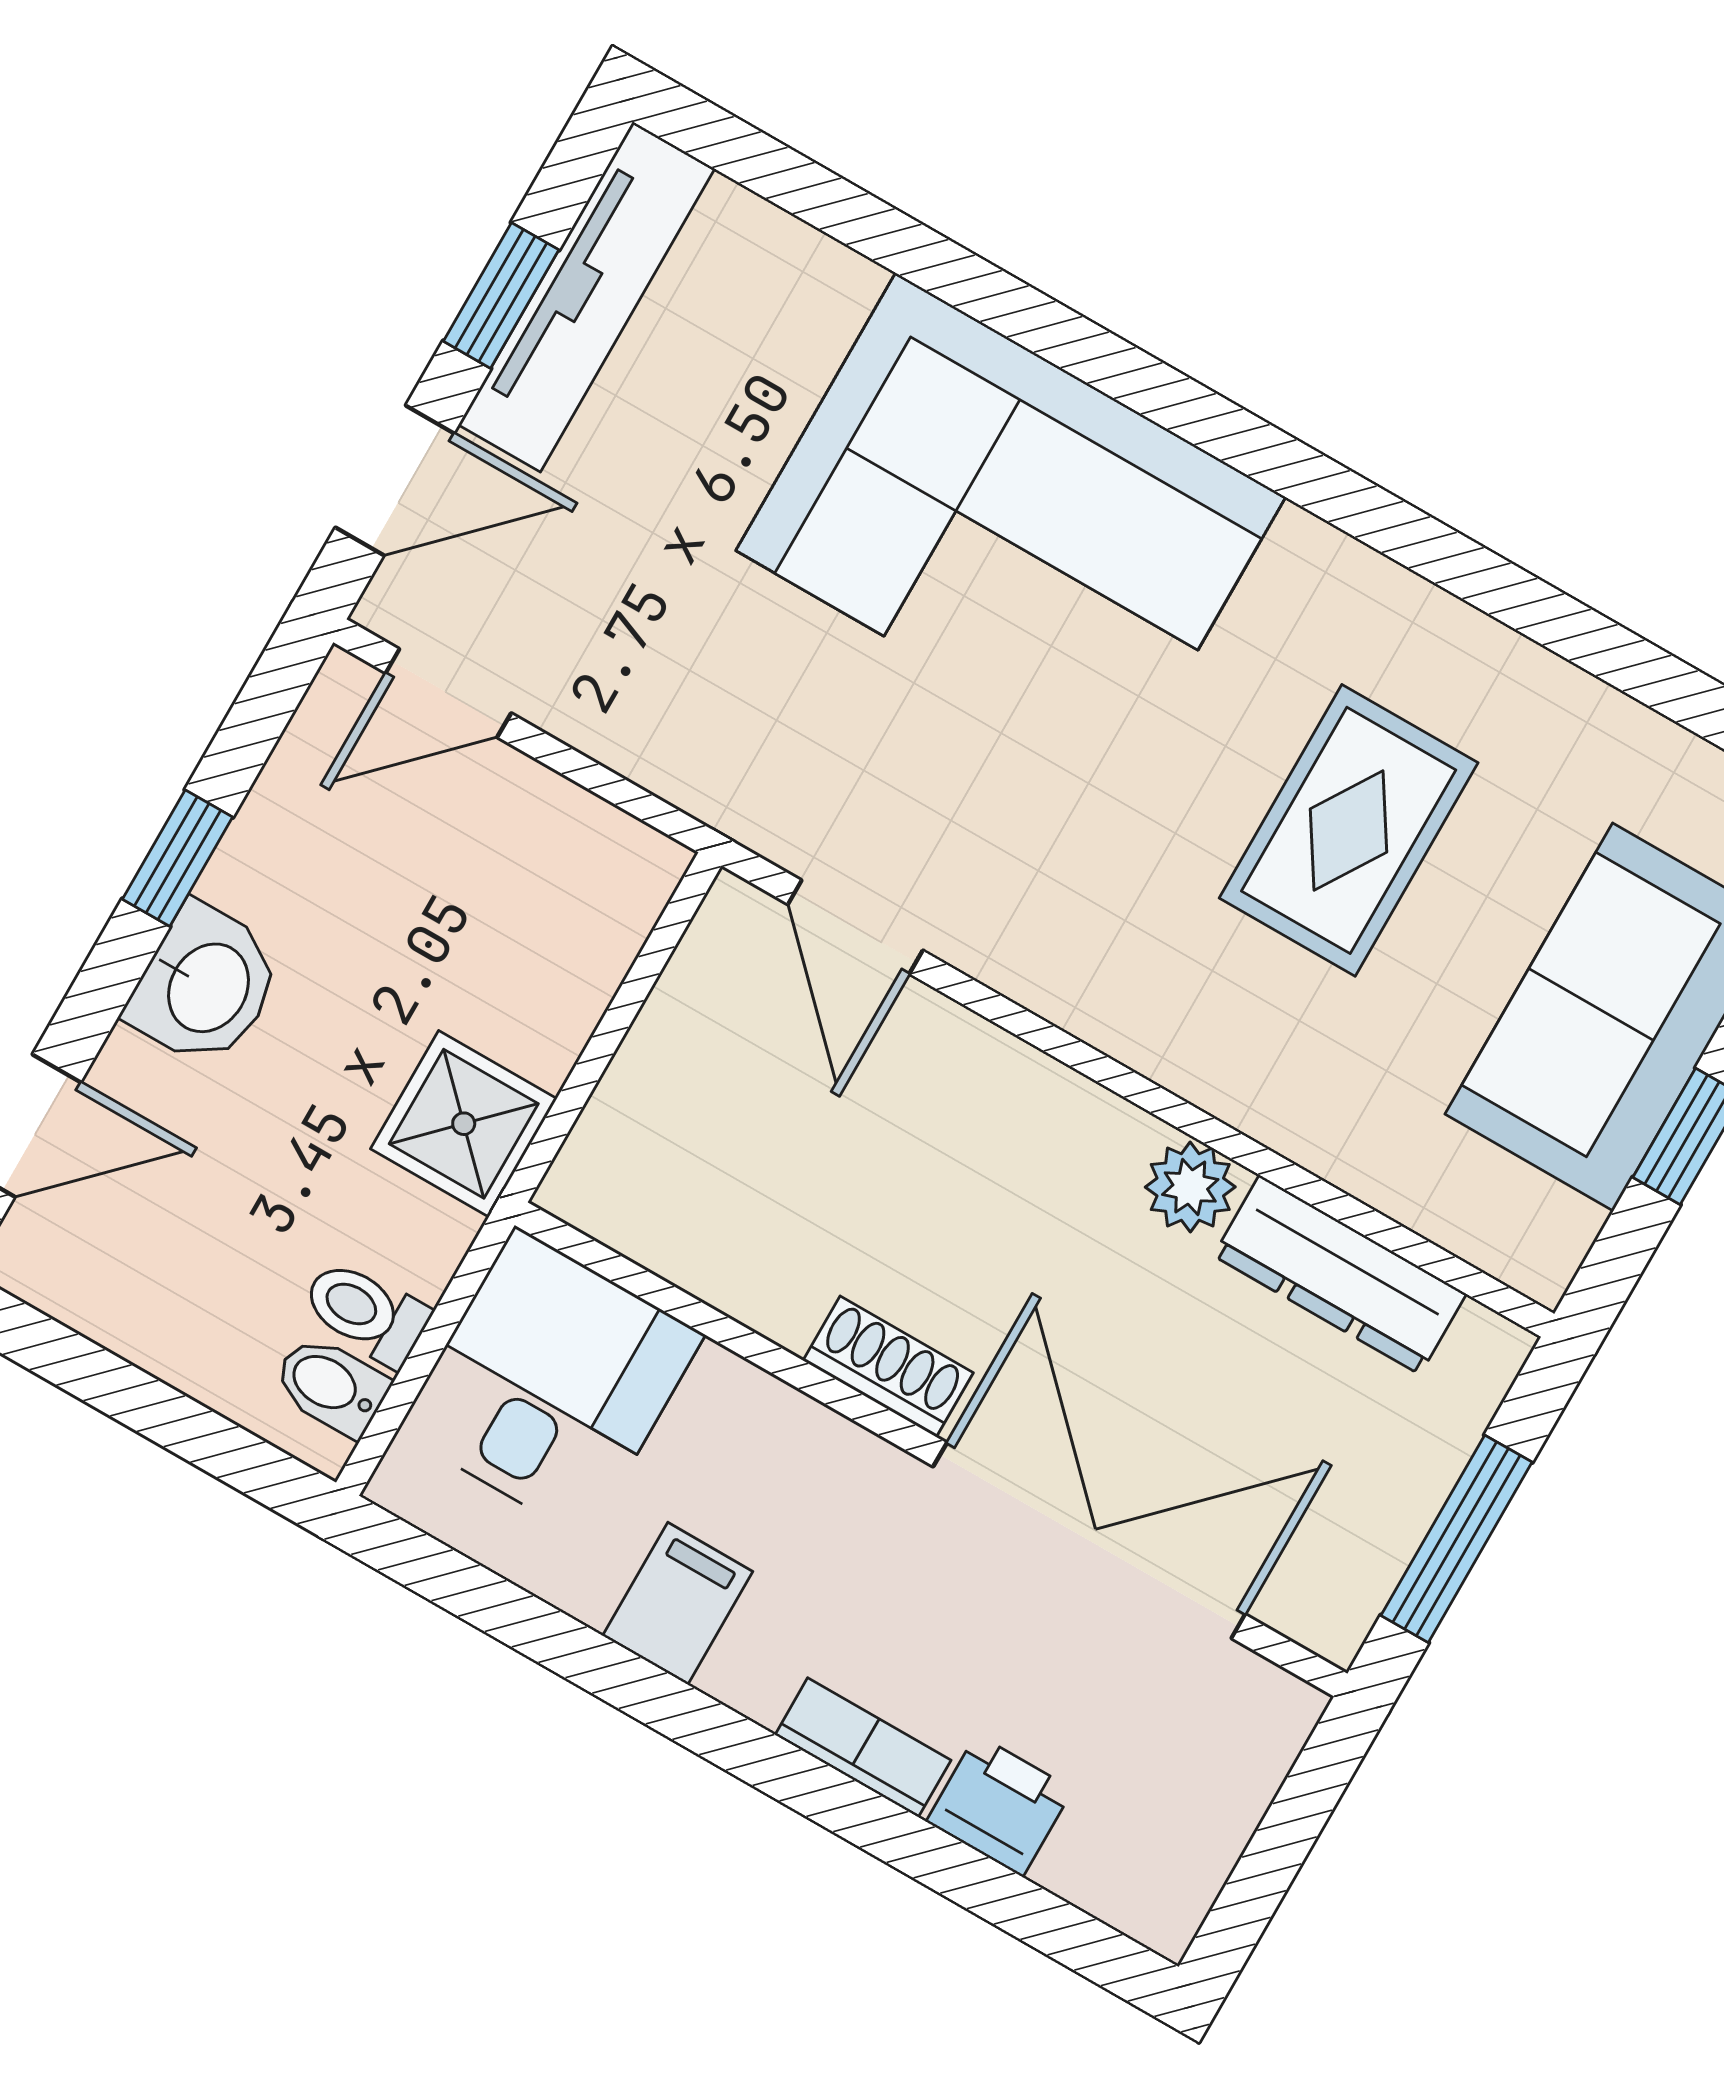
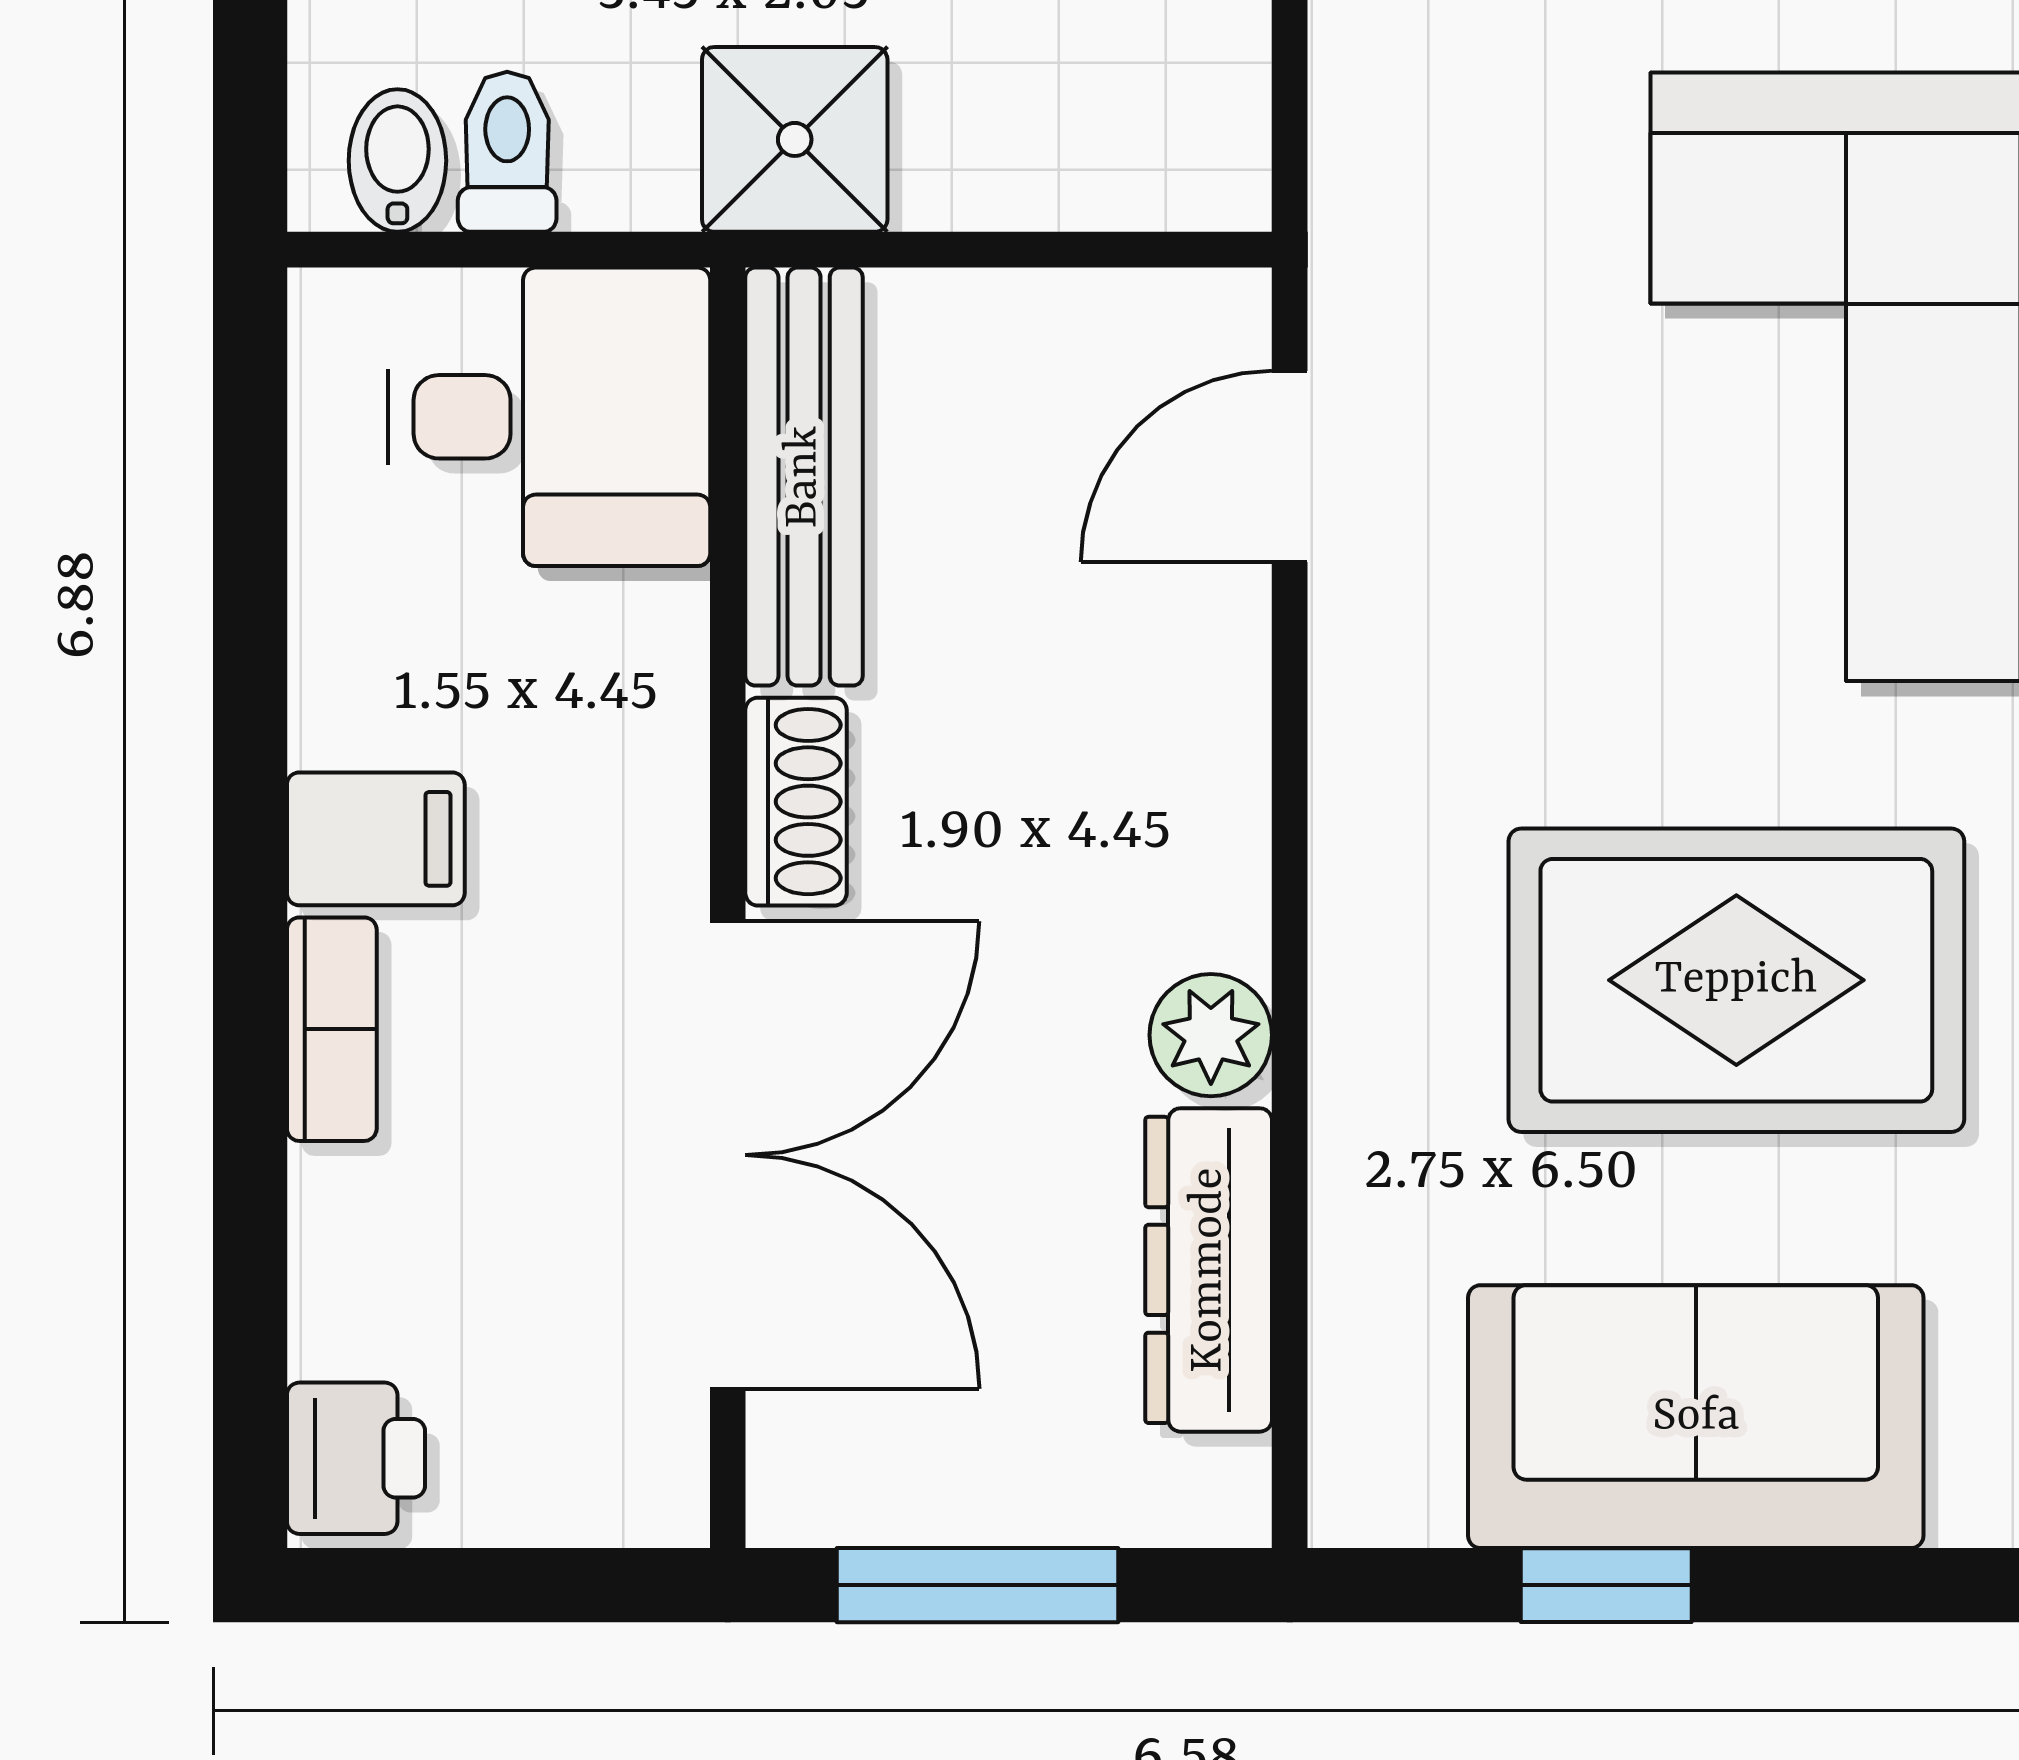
rug: (1349, 830) -> (1736, 980), width x1.36, depth x1.43
bench: (683, 1242) -> (804, 477), added
filing cabinet: (678, 1604) -> (376, 839), moved
printer: (1000, 1806) -> (356, 1458), moved

